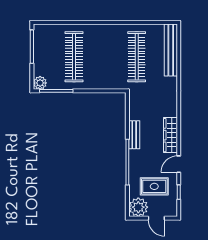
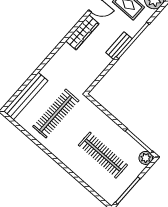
clothes rail: (74, 57) -> (103, 155), turned 90
bench: (134, 135) -> (119, 46), moved

